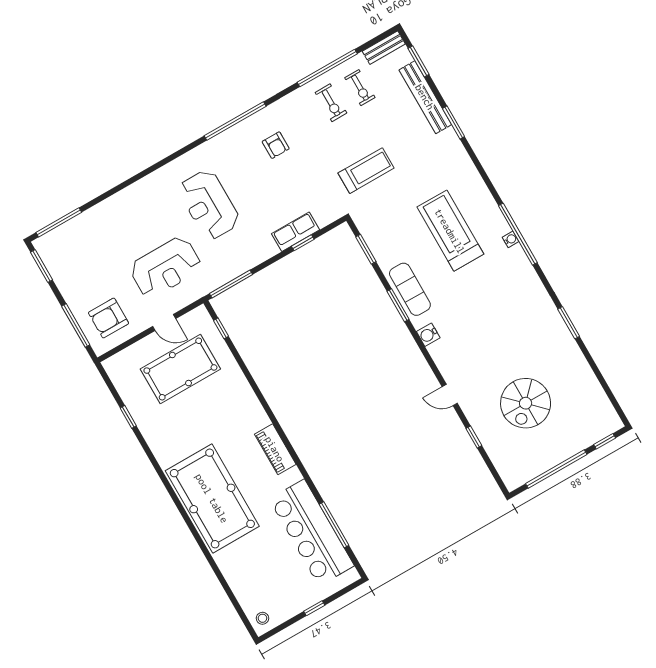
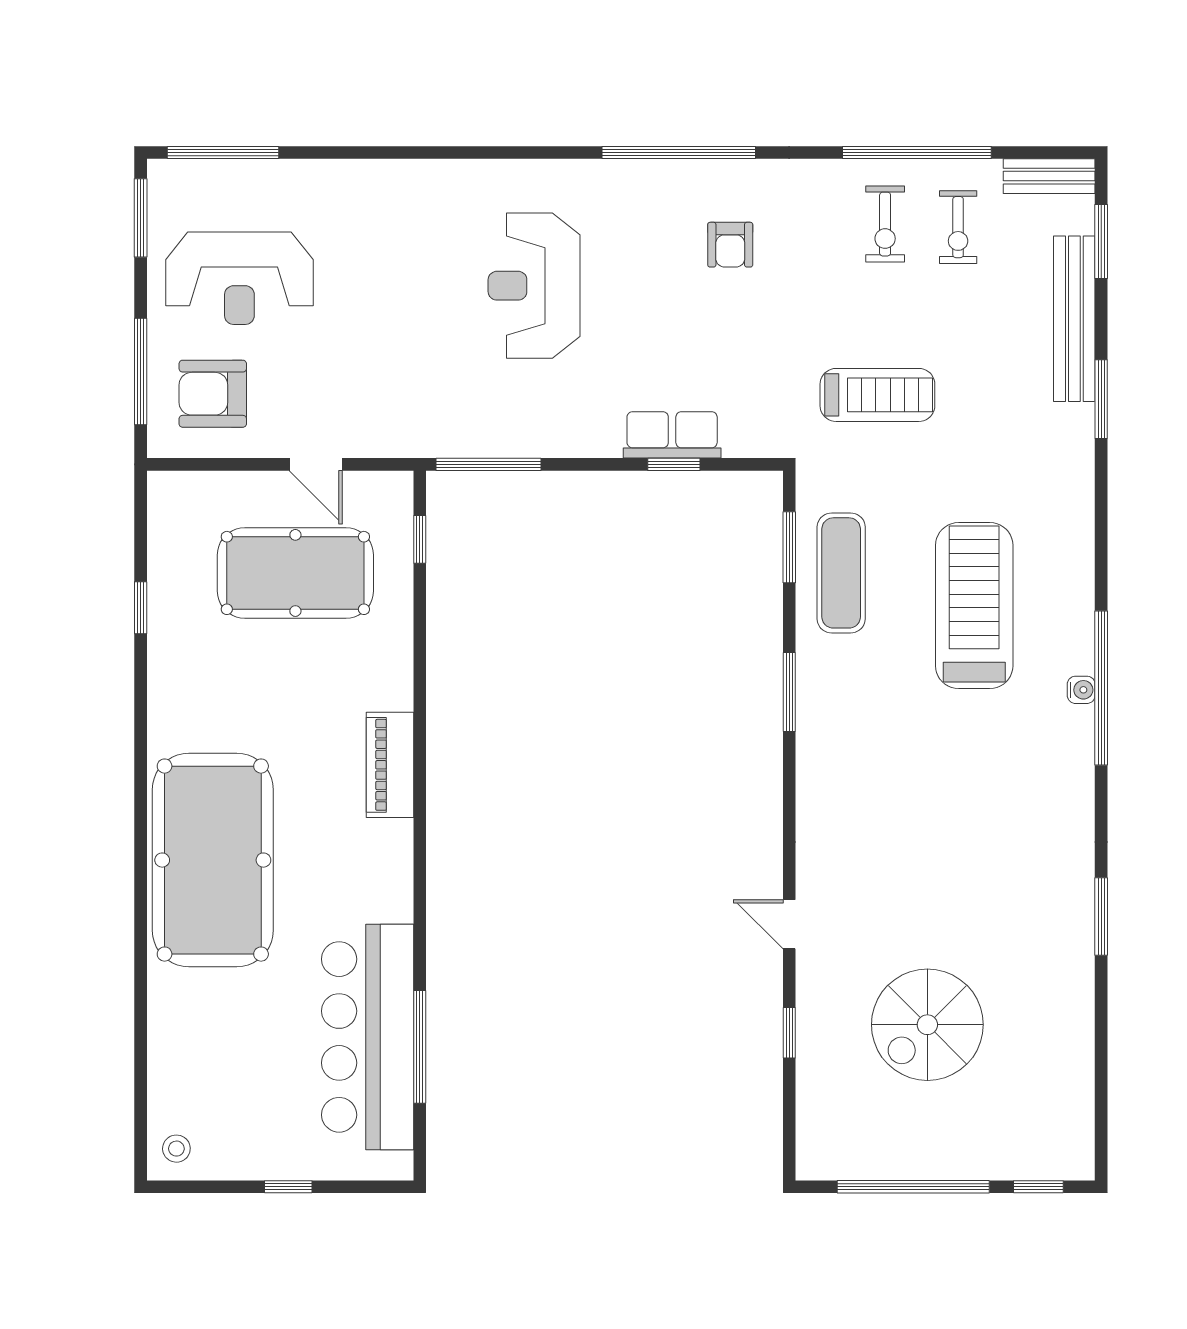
reception desk: (166, 267) -> (239, 278), moved
exercise mat: (410, 289) -> (841, 573), moved
water cooler: (428, 335) -> (815, 783), removed
piano: (275, 449) -> (390, 765), moved

